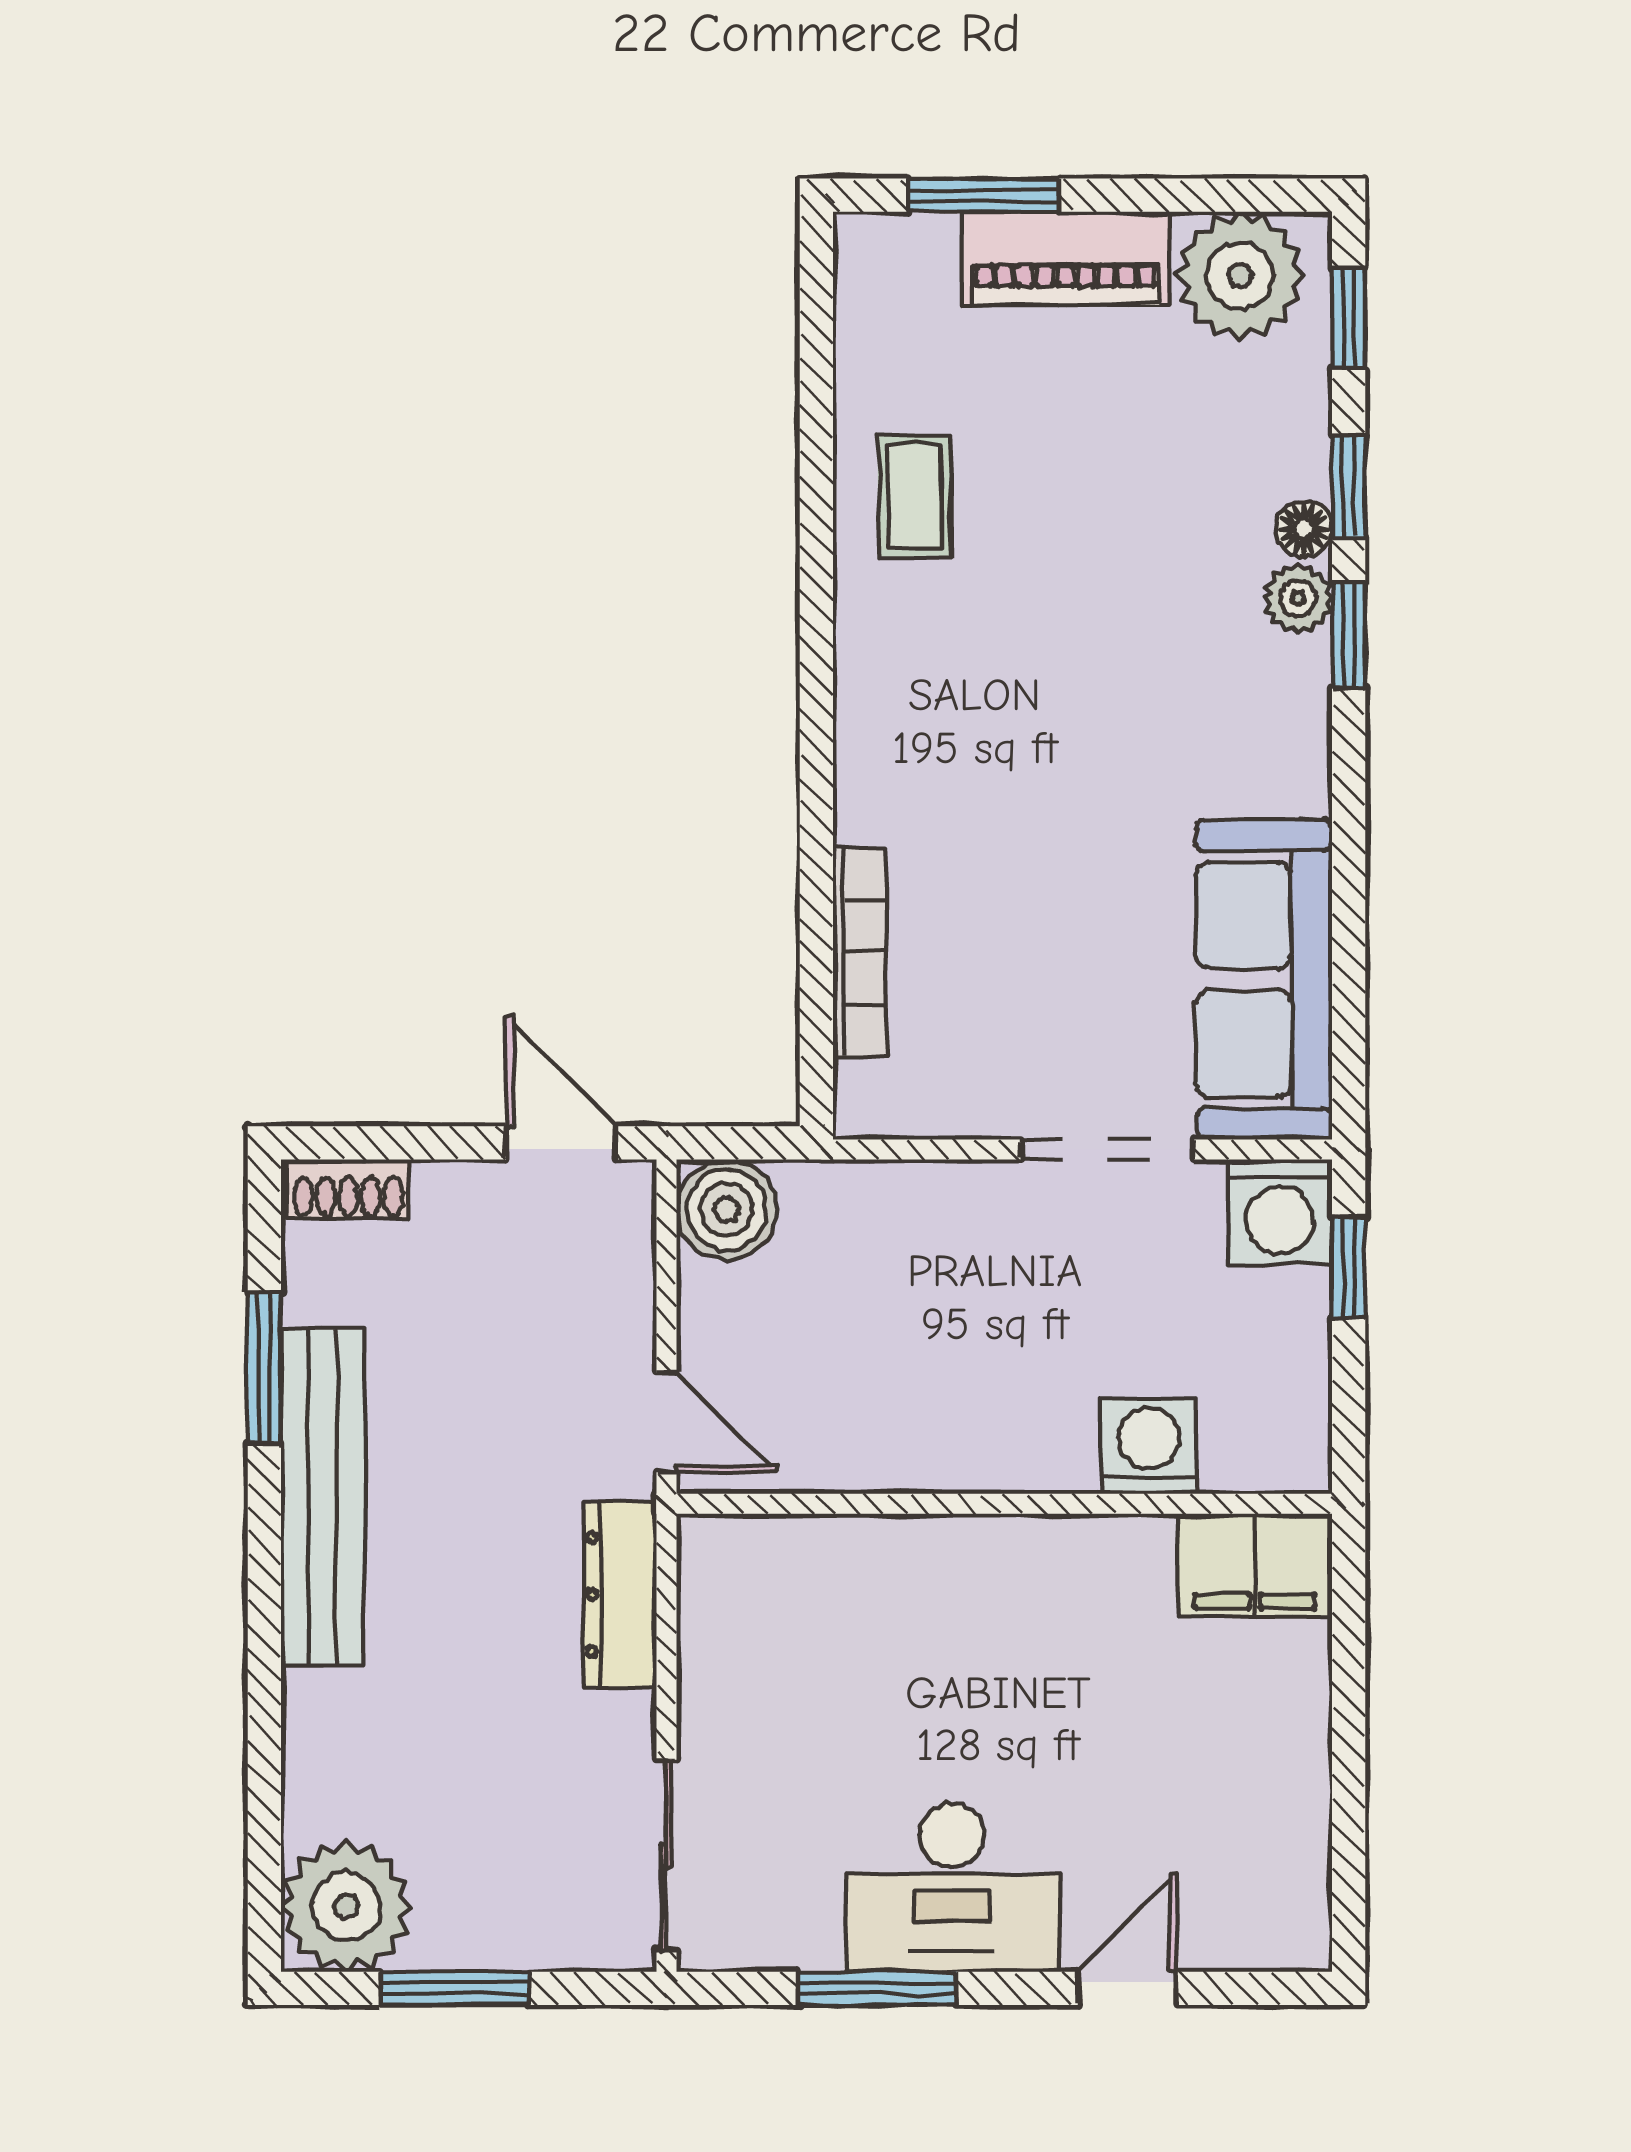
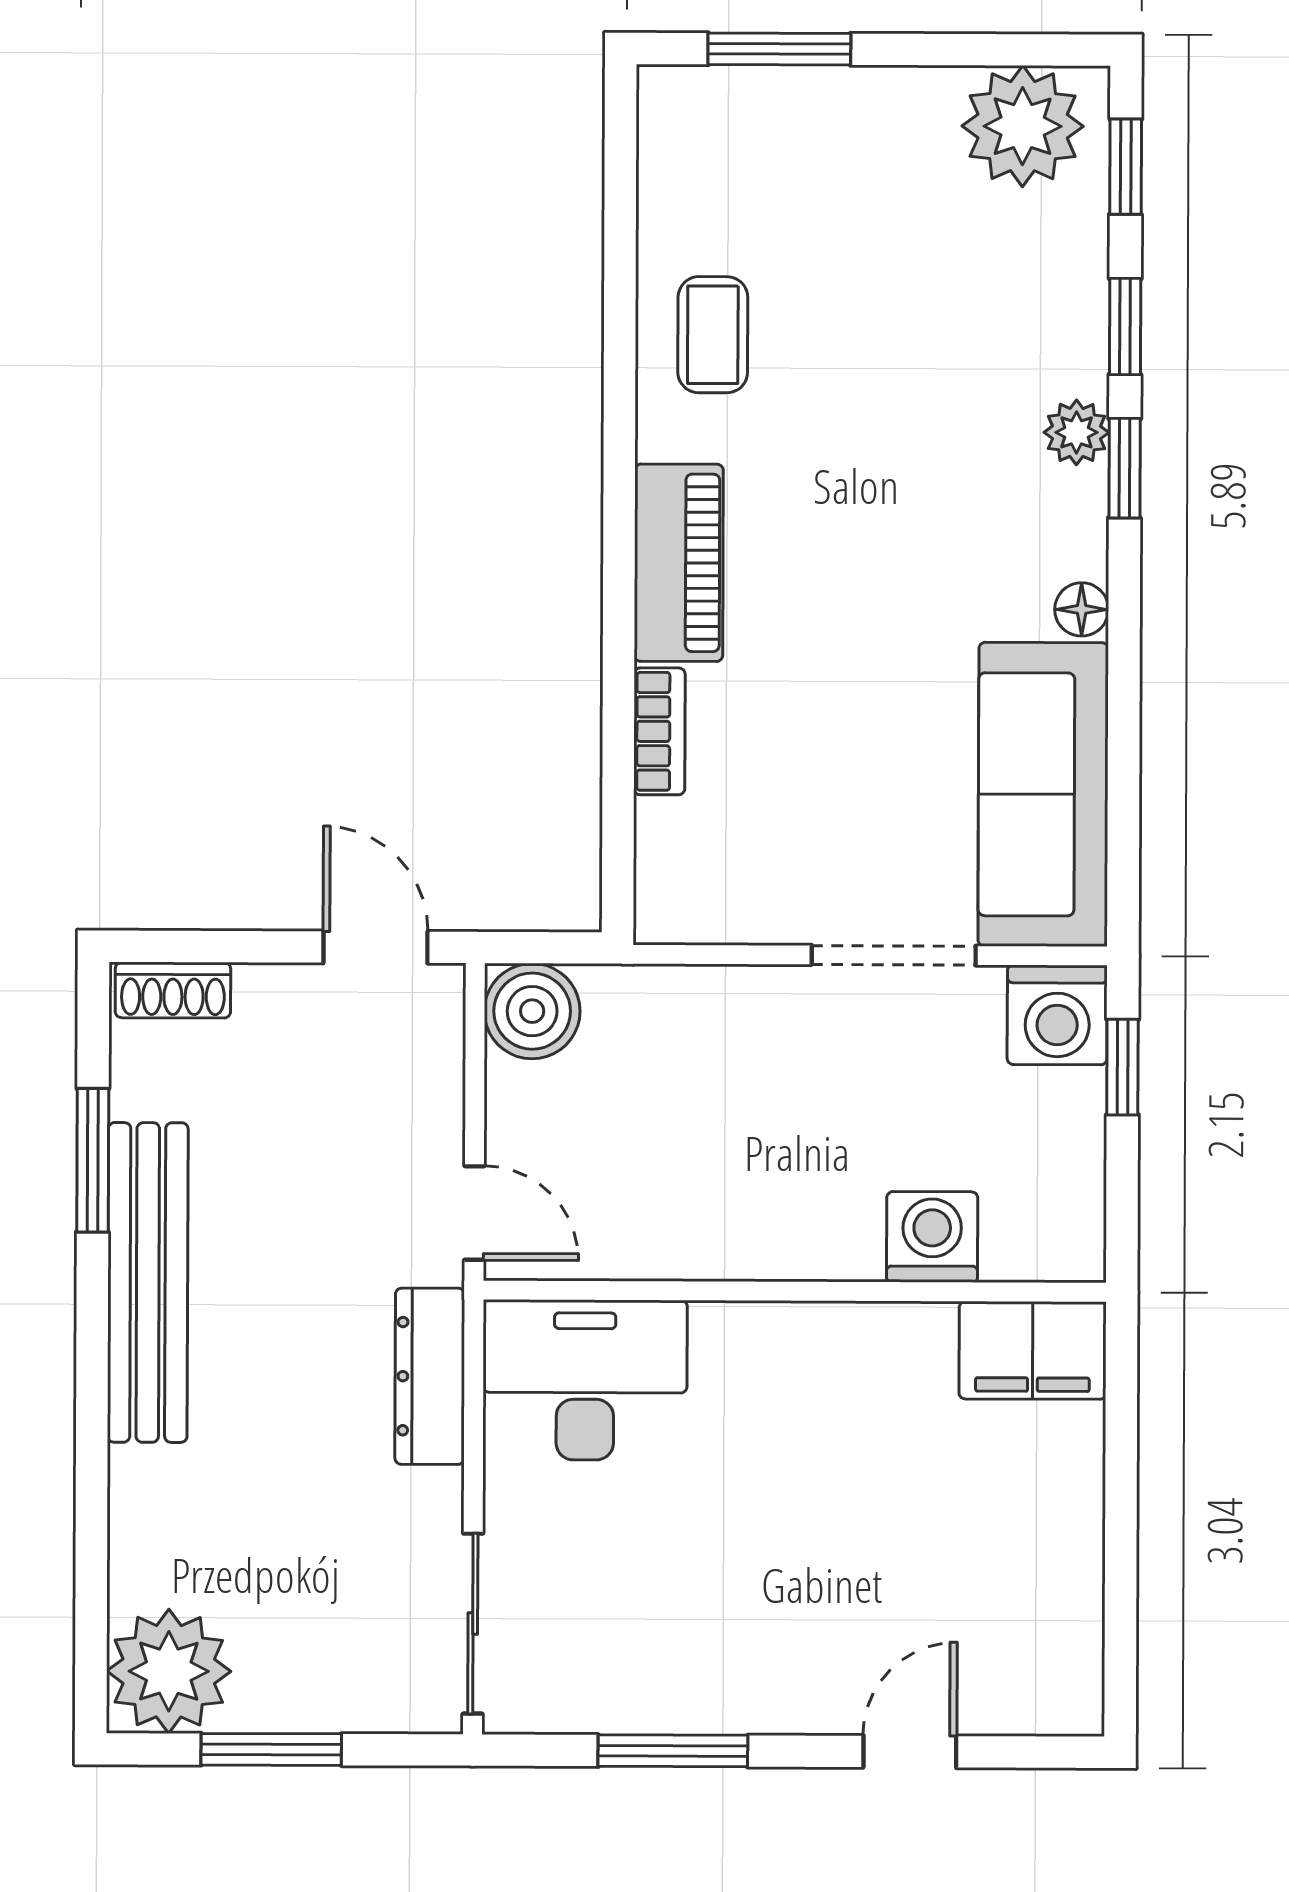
piano: (1065, 258) -> (679, 563), moved, turned -90
floor lamp: (1304, 529) -> (1082, 609), moved
bookcase: (860, 952) -> (659, 731), width x0.64
desk: (952, 1887) -> (585, 1380), moved, turned 180

